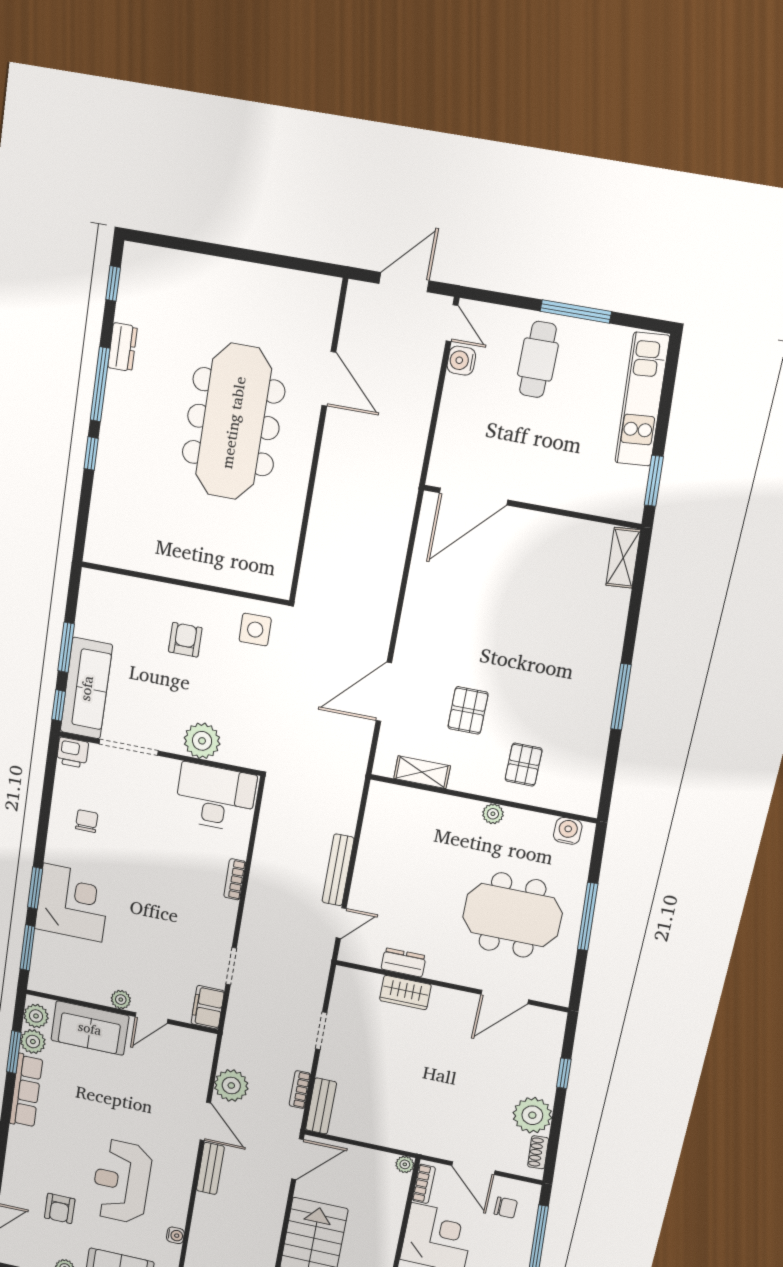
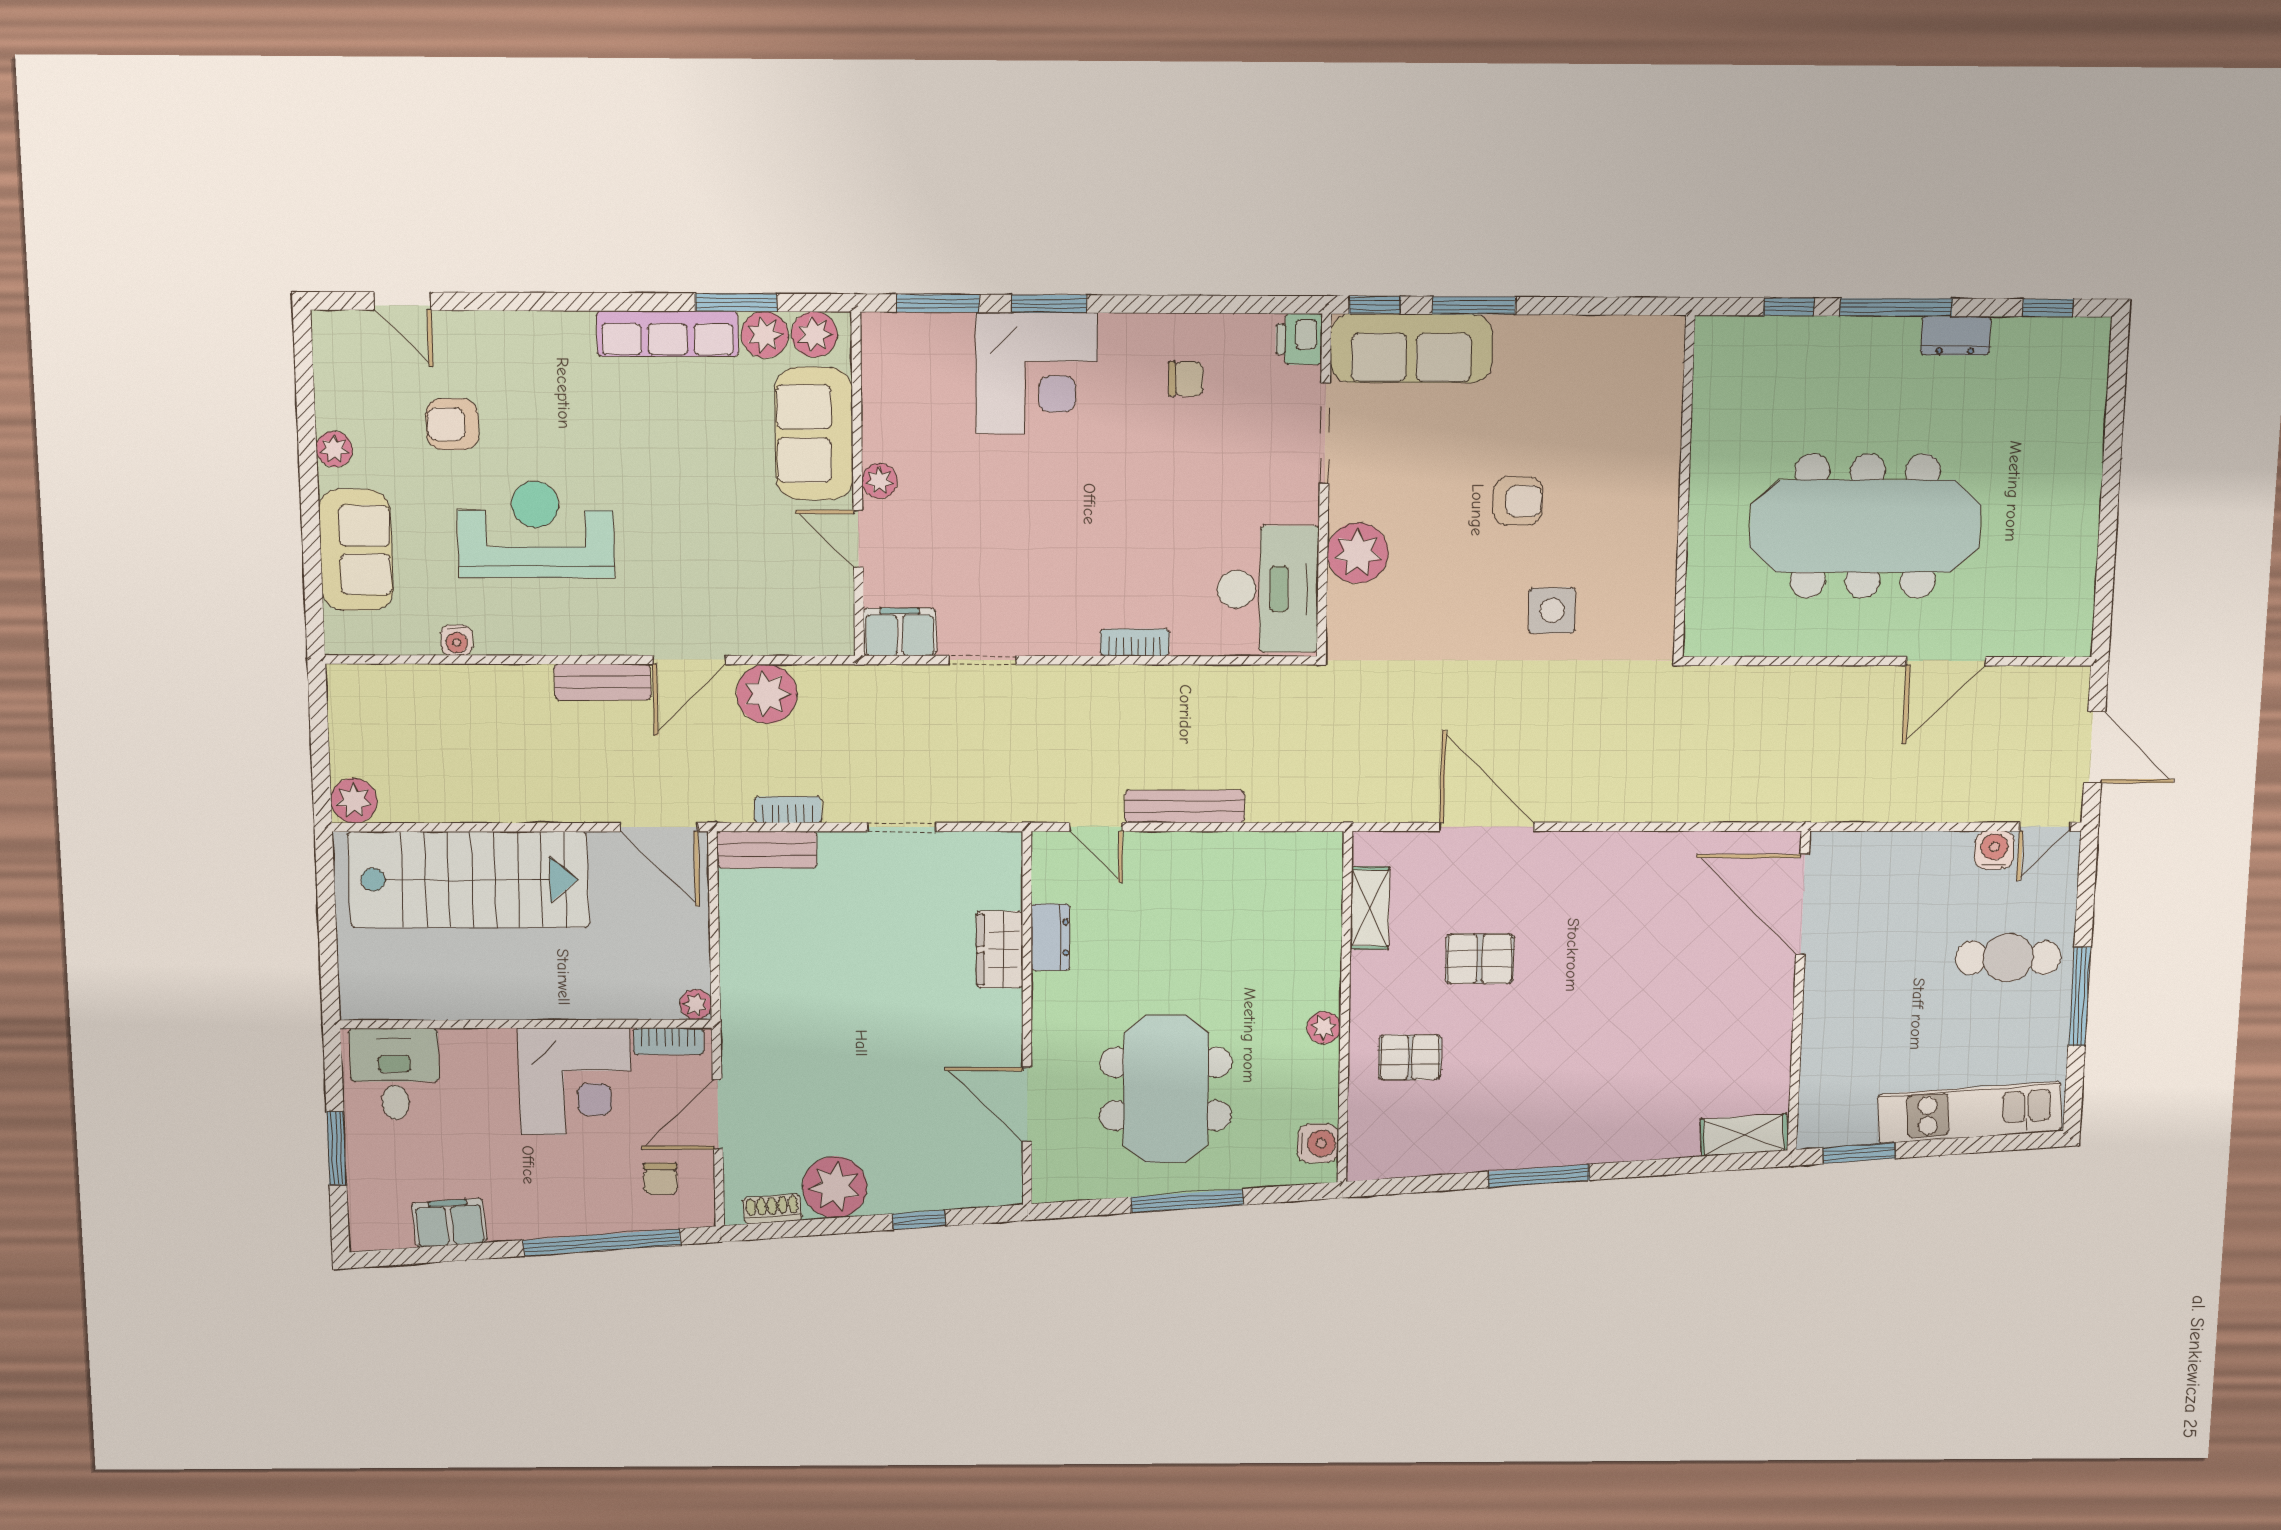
wall: (185, 584) -> (1684, 488), moved

